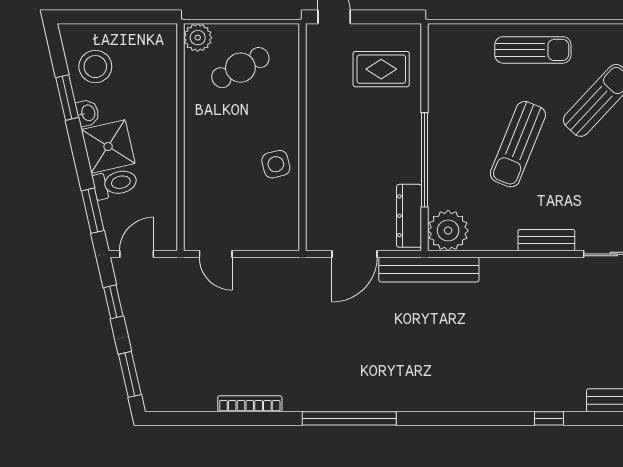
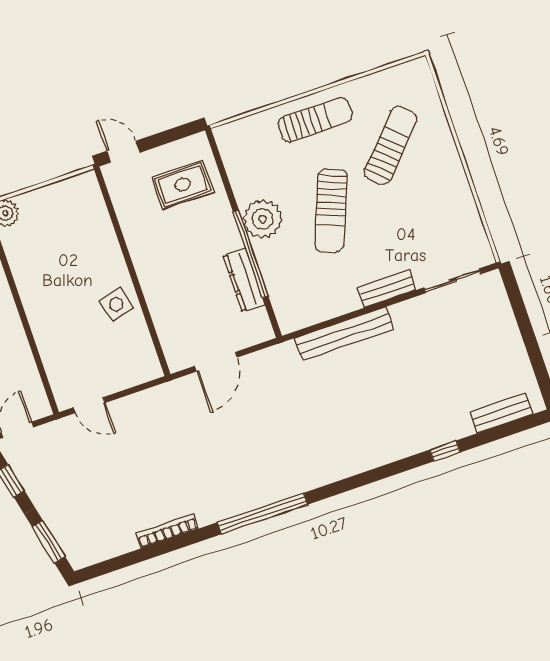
cafe table: (240, 68) -> (54, 227), removed
dresser: (409, 216) -> (244, 280), moved
plant: (448, 231) -> (263, 219), moved
bench: (429, 270) -> (344, 334), moved

